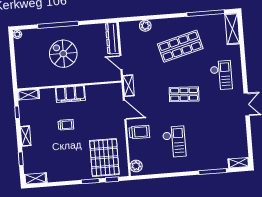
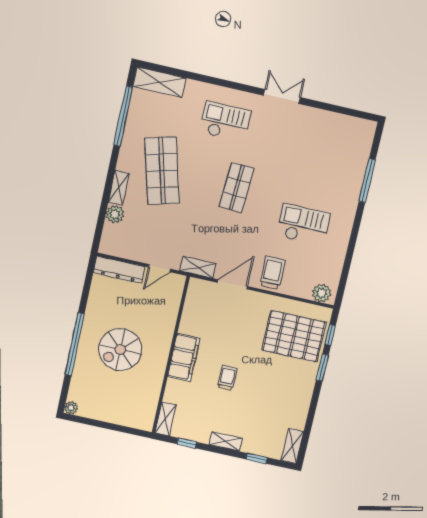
shelving: (239, 163) -> (119, 188), moved

